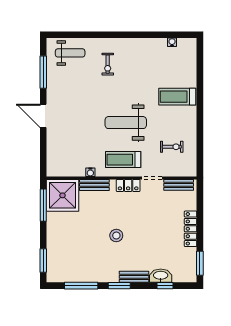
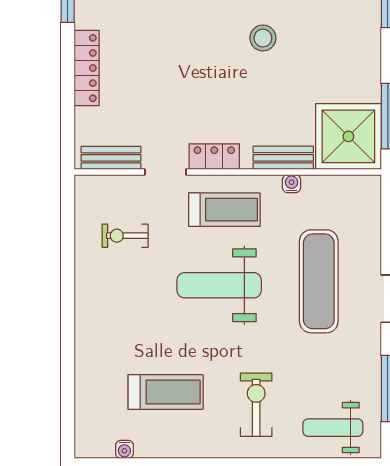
exercise bike: (108, 64) -> (256, 405), width x1.38, depth x1.39
treadmill: (177, 97) -> (166, 392), moved
weight bench: (126, 123) -> (219, 285), turned 180
exercise mat: (77, 124) -> (319, 281), added
stool: (116, 236) -> (263, 38), moved

